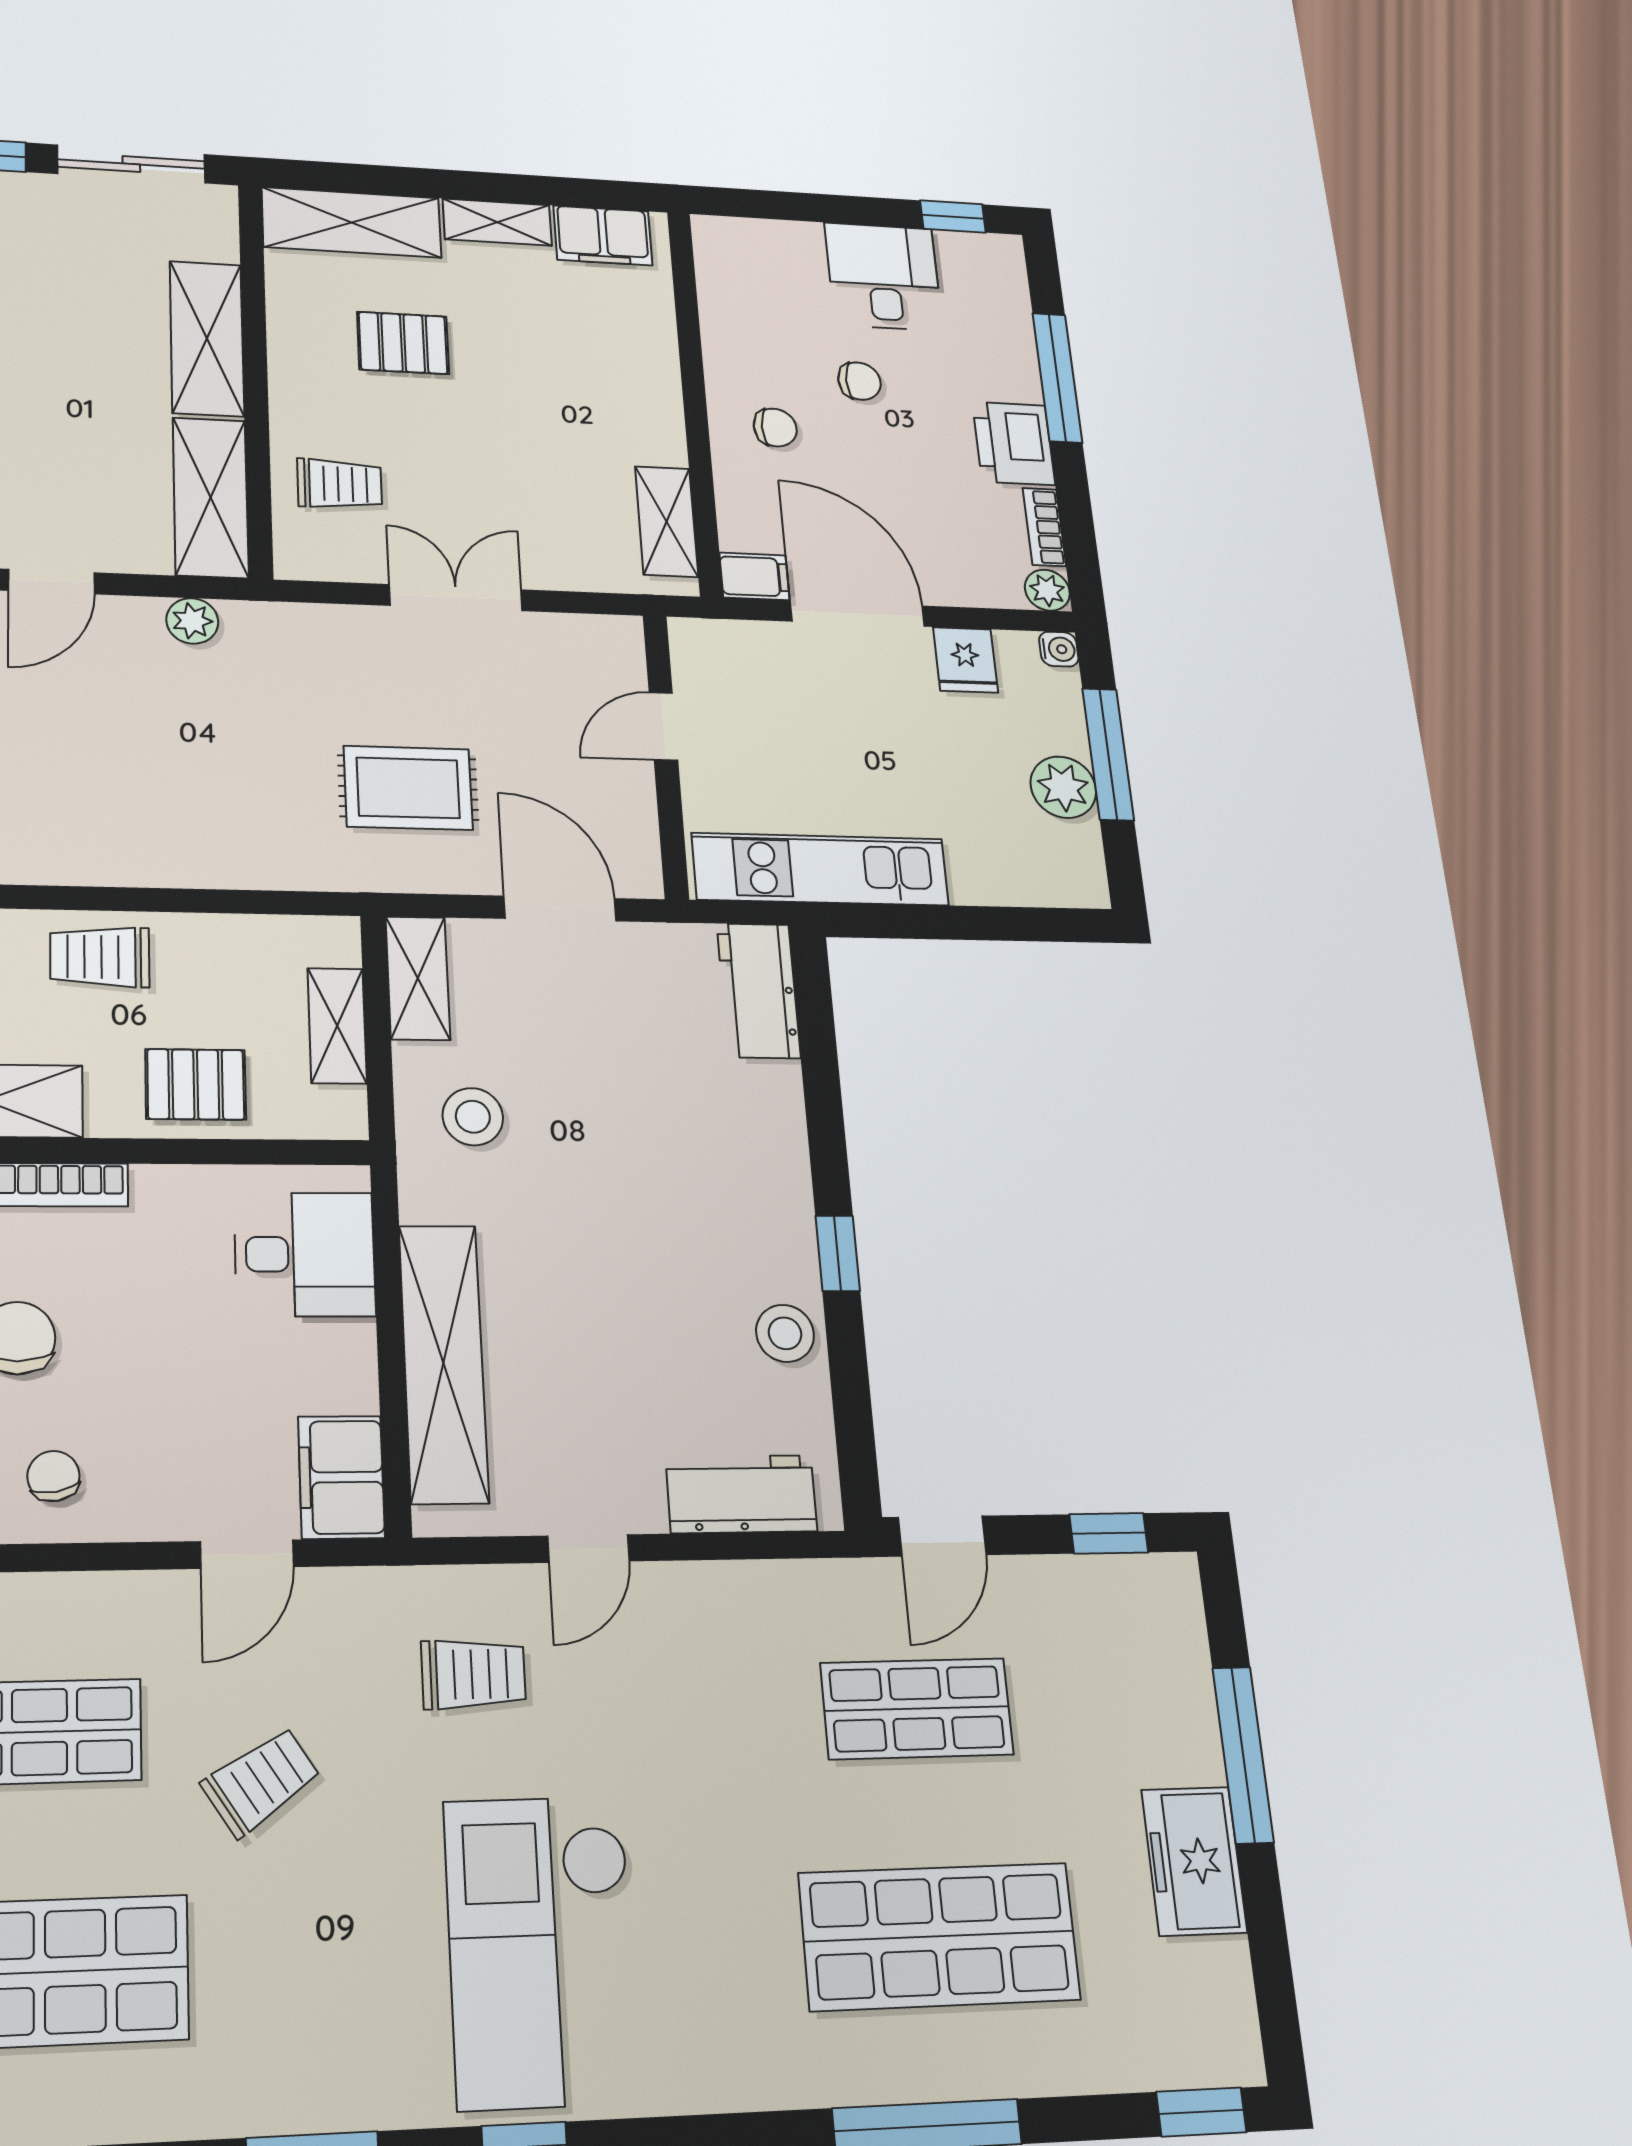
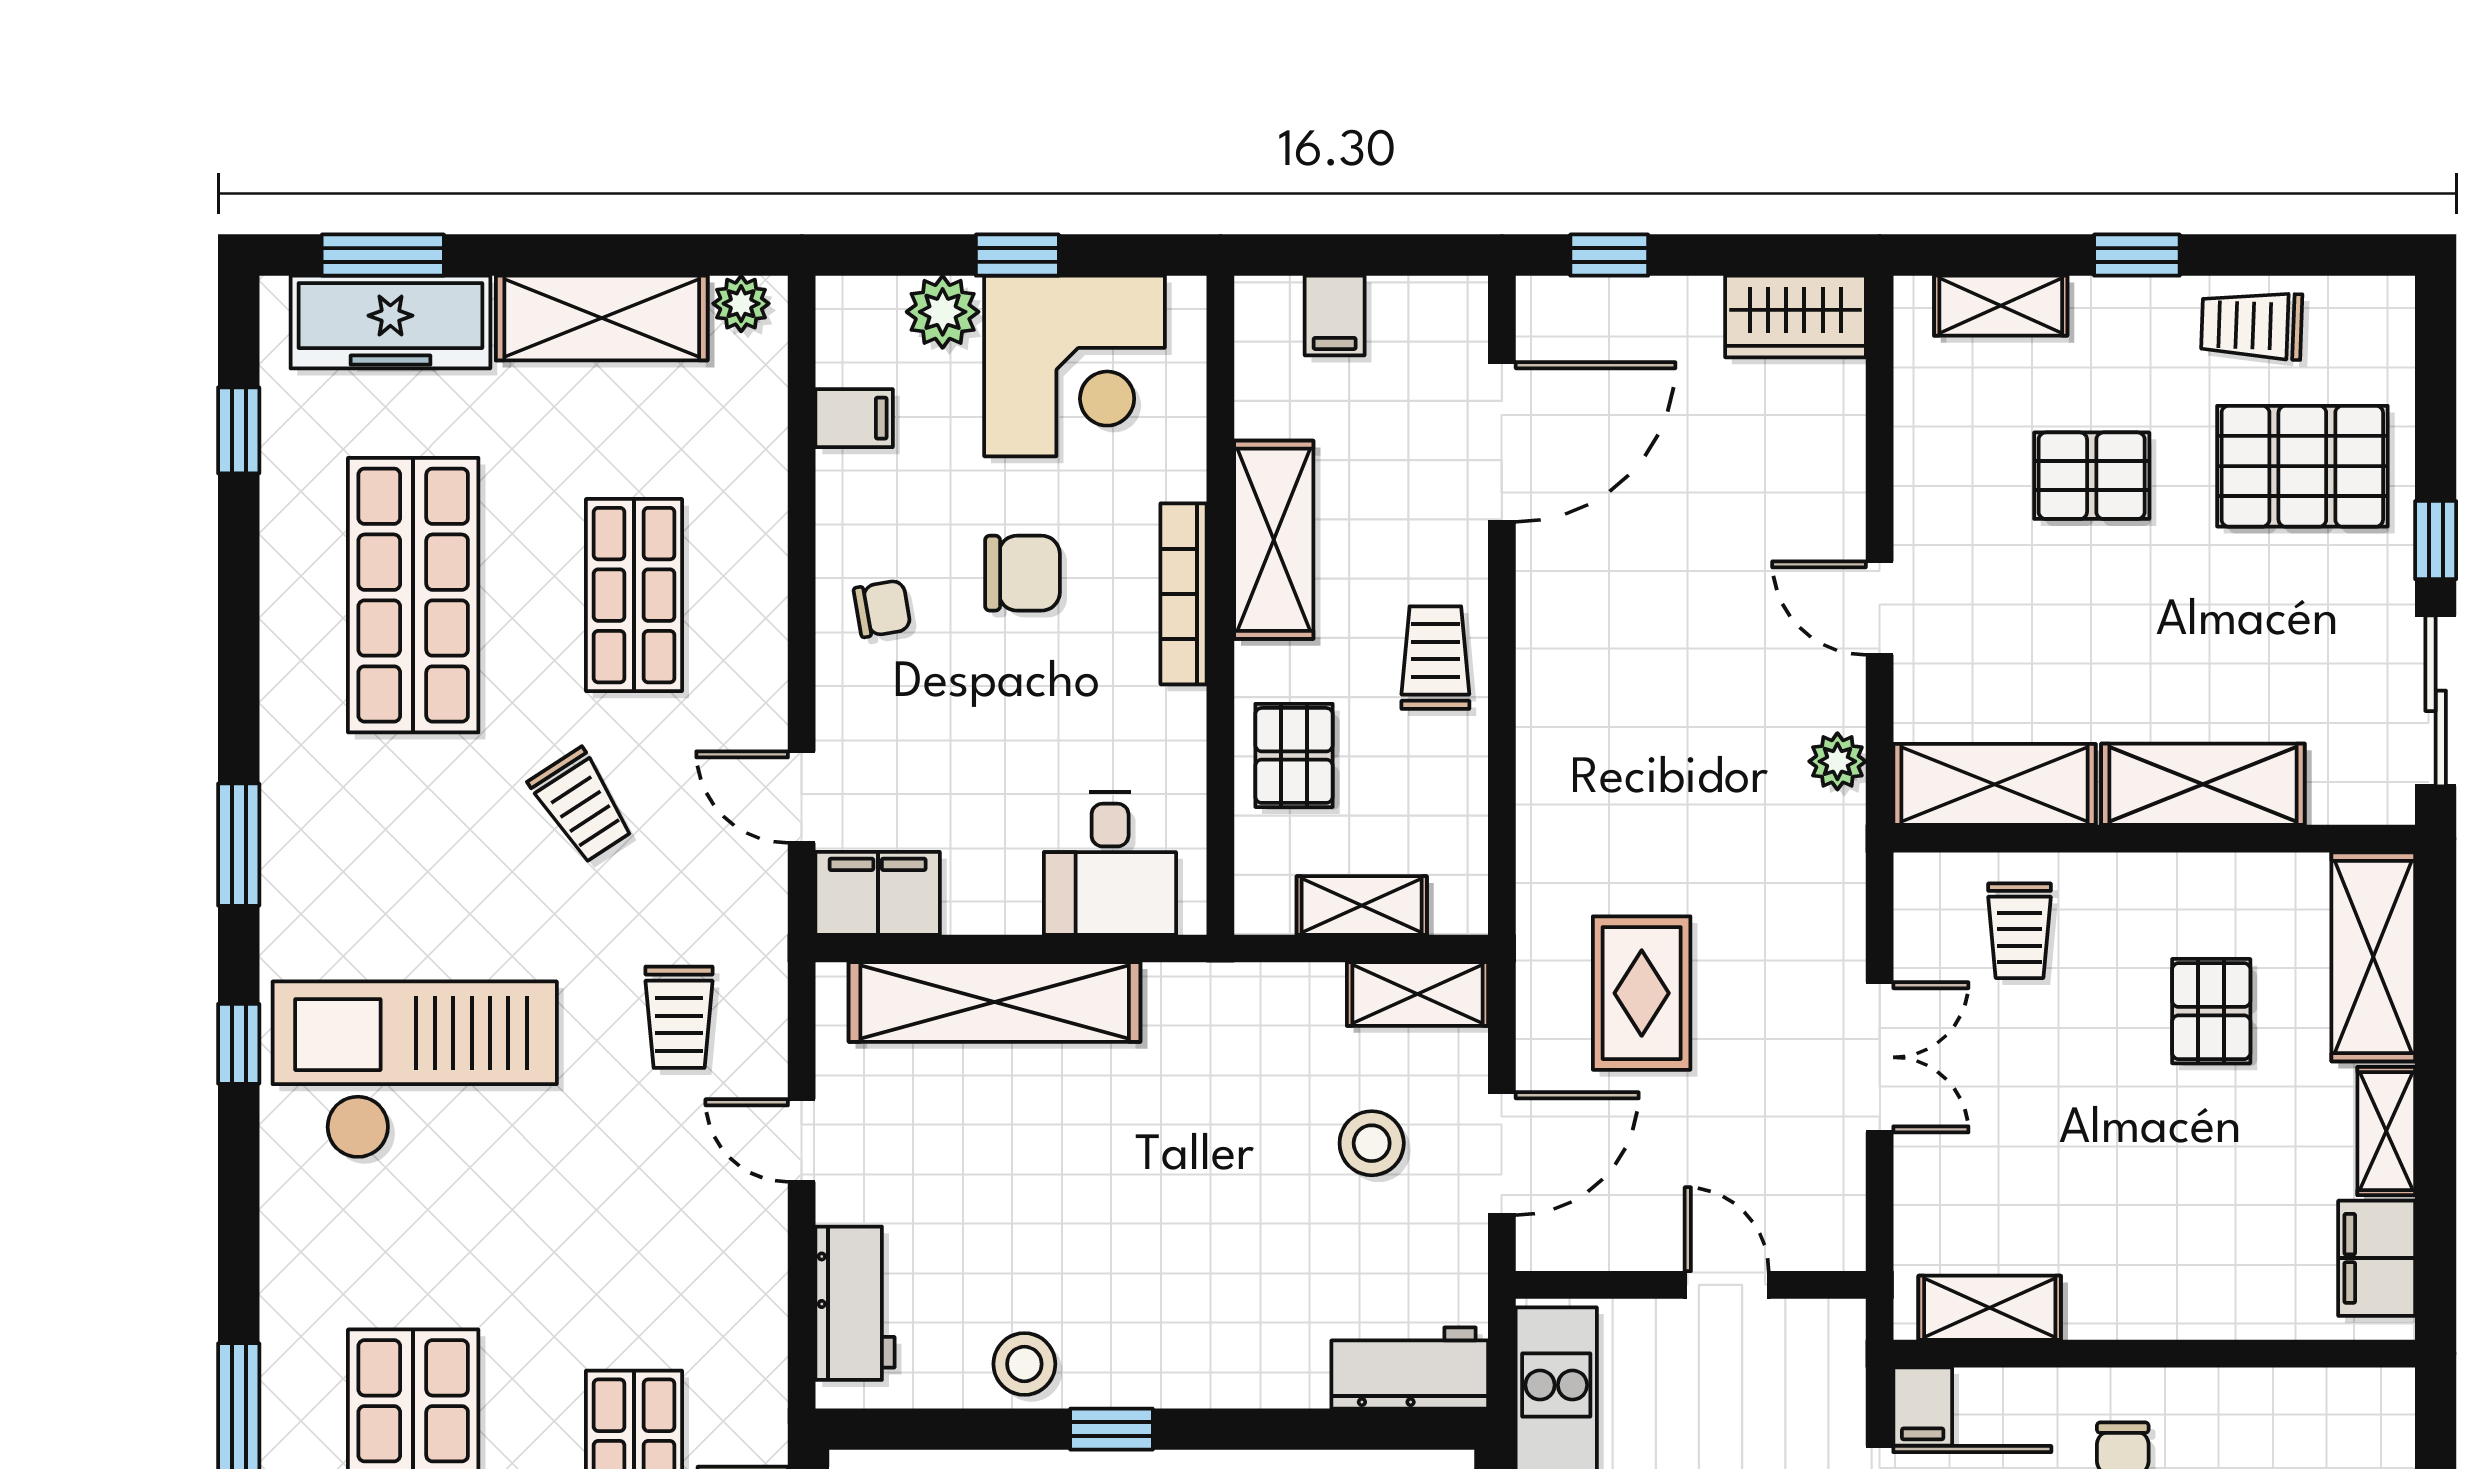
stool: (473, 1117) -> (1372, 1143), moved

